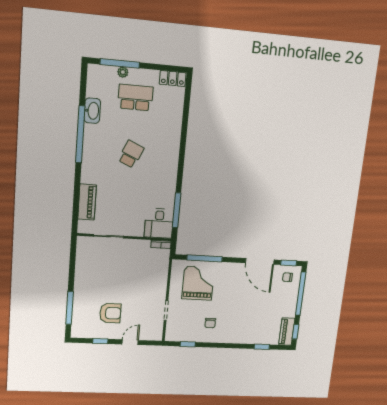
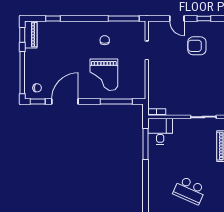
school desk: (131, 154) -> (189, 190), width x1.85
door: (260, 261) -> (65, 102), hinge flipped
grand piano: (198, 283) -> (104, 75), moved
door: (130, 342) -> (177, 19), hinge flipped
window: (188, 344) -> (124, 19), width x2.17

